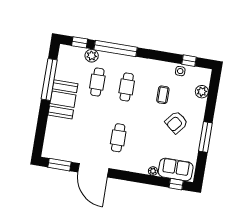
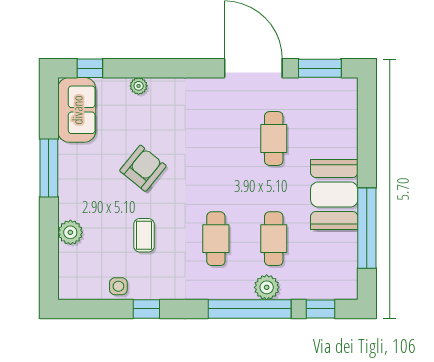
plant: (92, 56) -> (267, 287), moved
window: (189, 61) -> (146, 309), moved
plant: (202, 92) -> (70, 232), moved
armchair: (176, 122) -> (143, 168), moved
cafe table: (118, 138) -> (274, 138), moved
sofa: (176, 169) -> (77, 110), moved, turned -90

